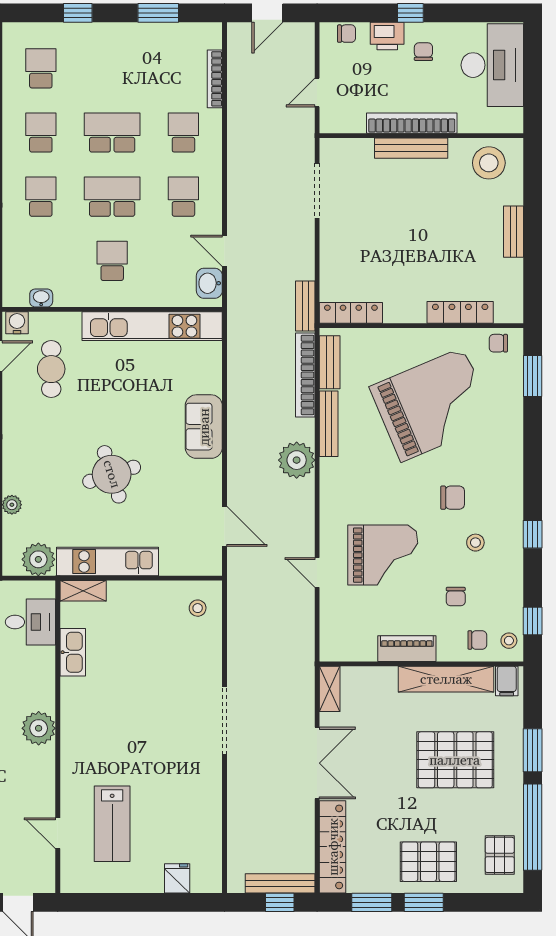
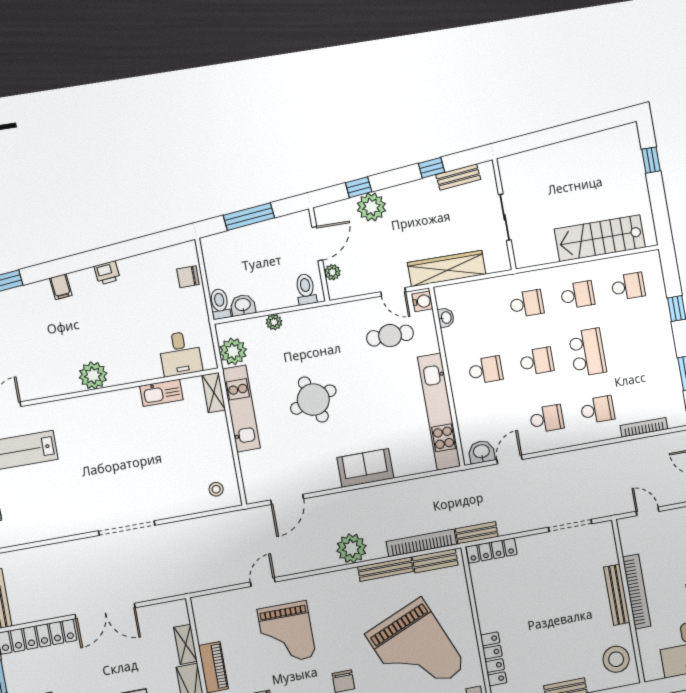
school desk: (112, 197) -> (537, 361), width x0.54
locker: (351, 313) -> (492, 551), moved, turned 90
shelving: (330, 689) -> (185, 644), moved, turned 90

